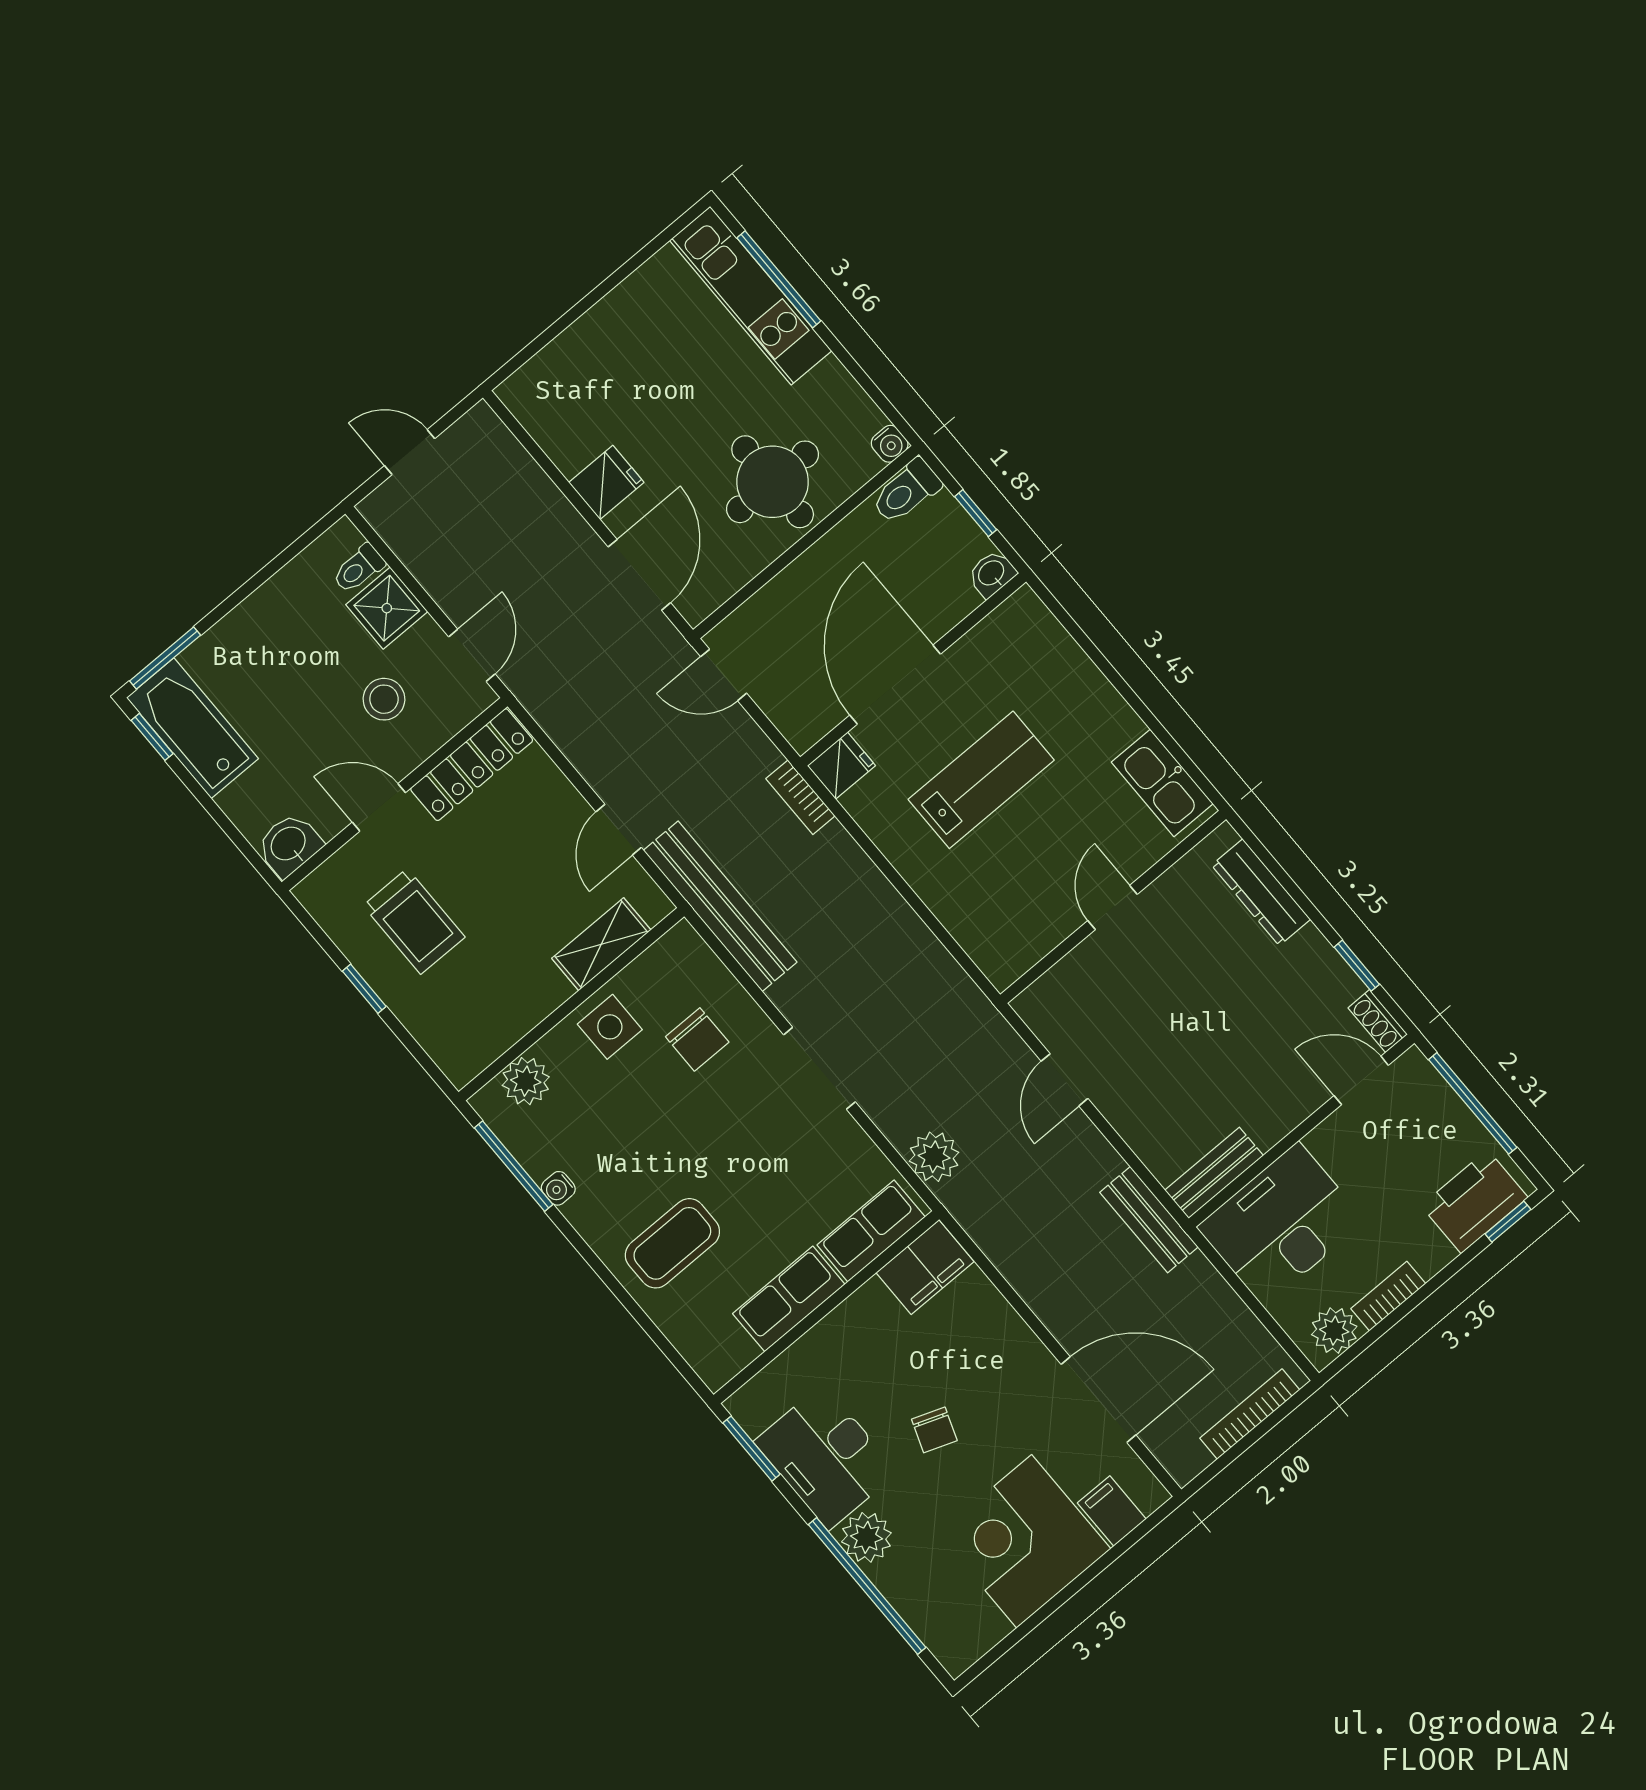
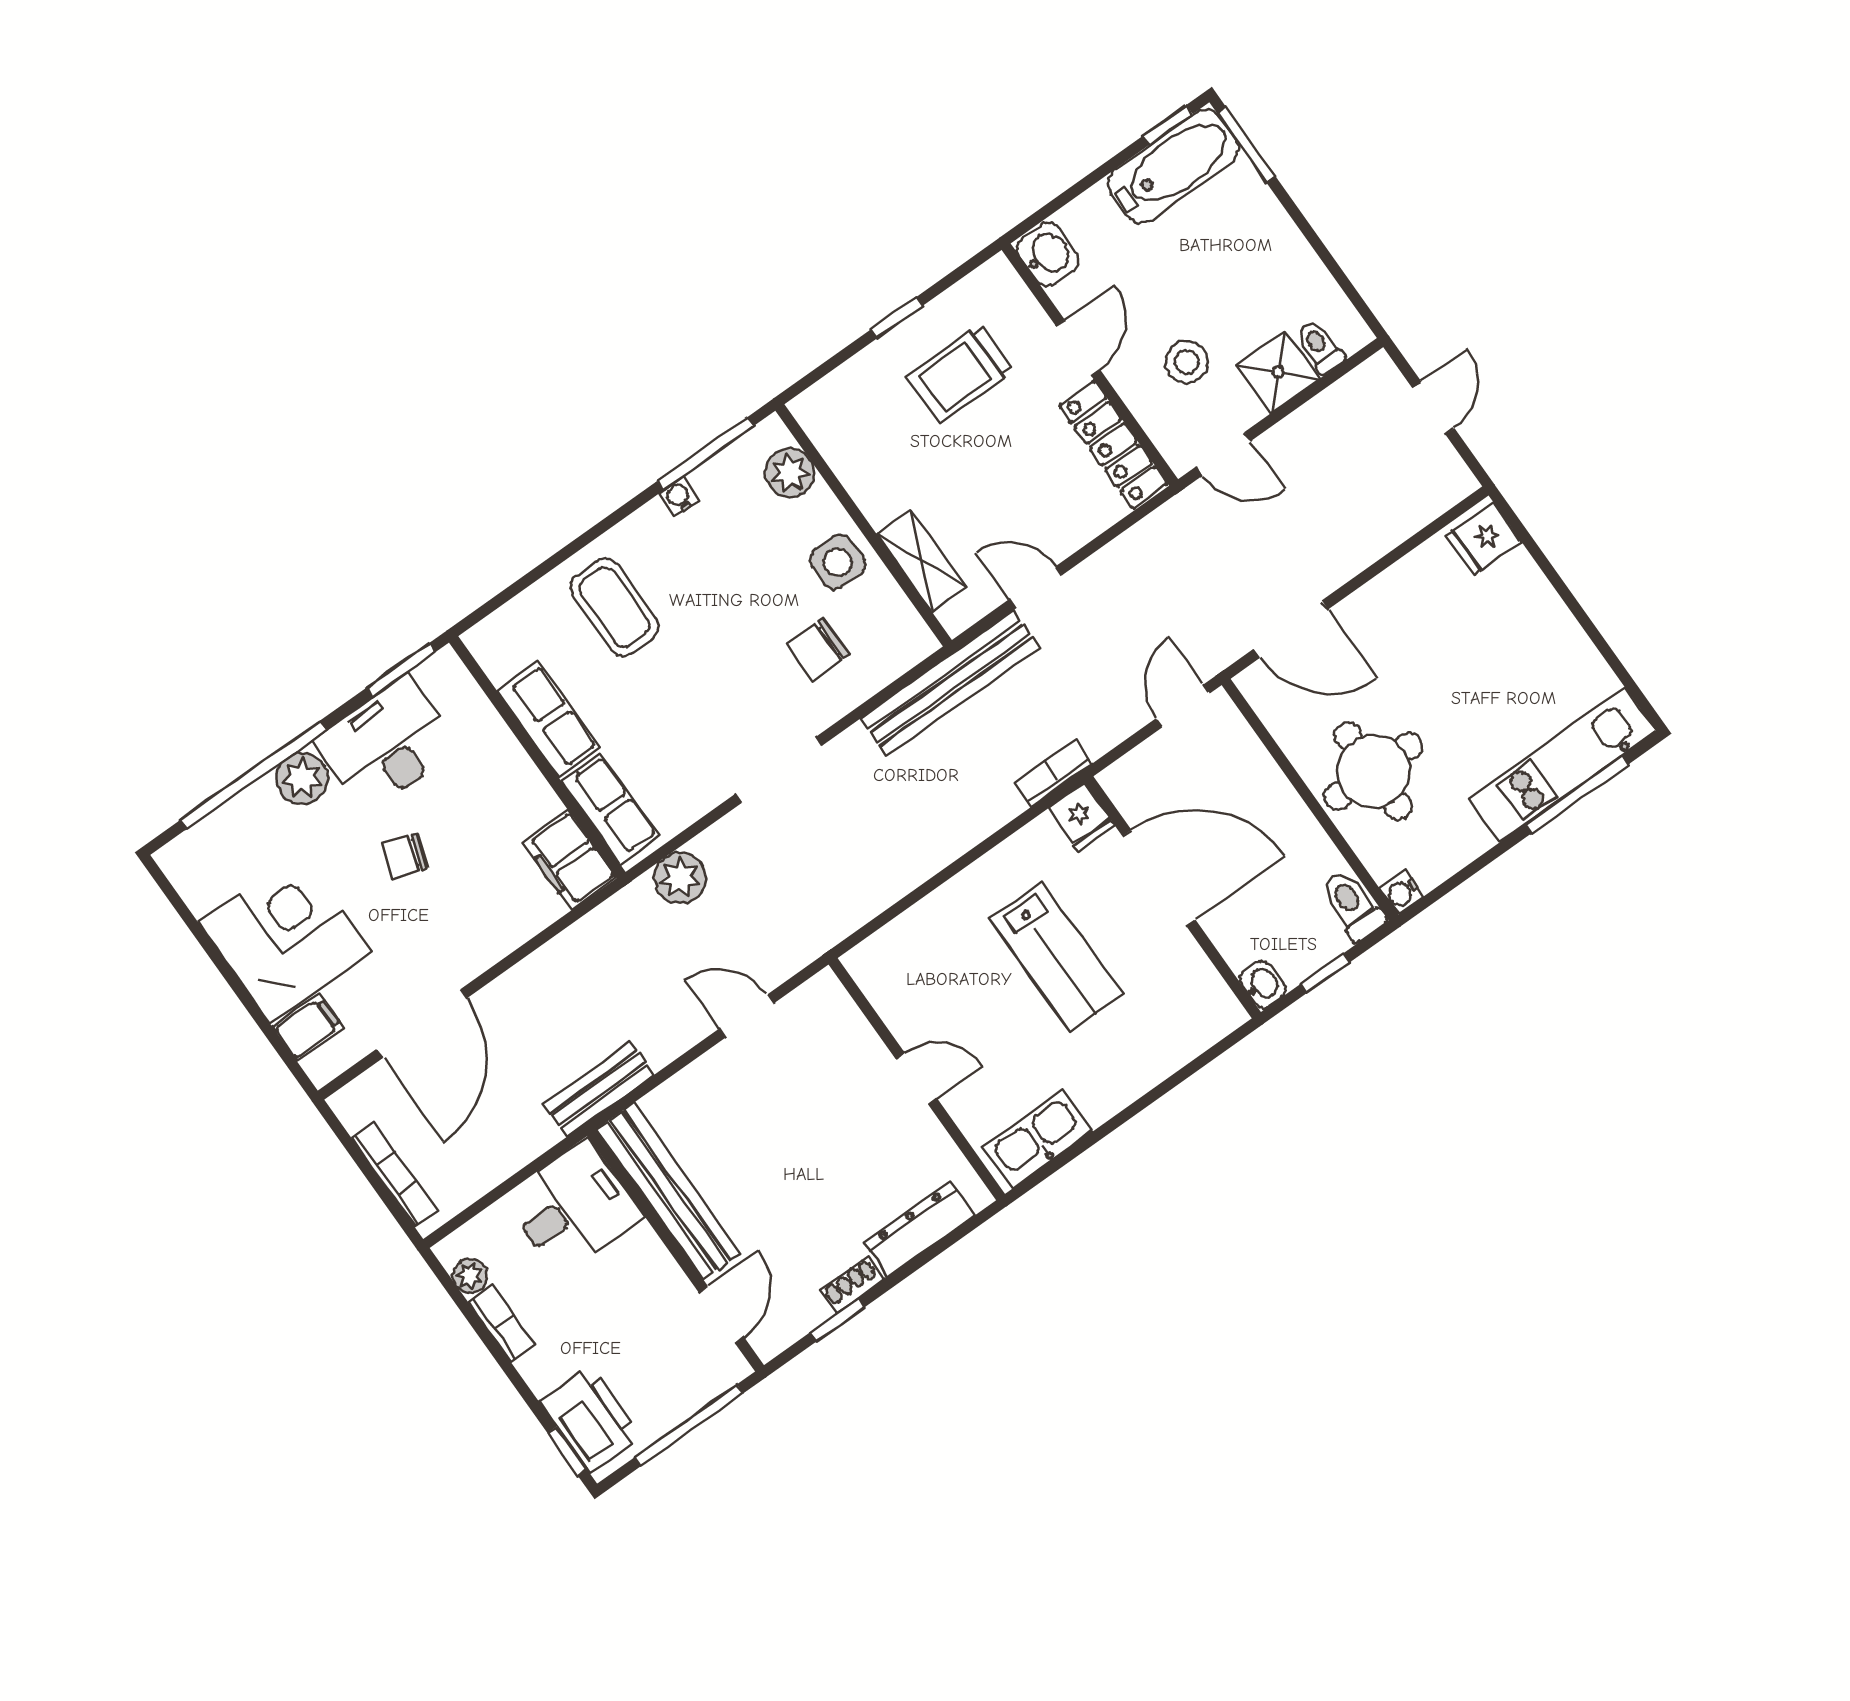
fridge: (606, 482) -> (1484, 539), moved, turned 90
shoe rack: (1378, 1021) -> (852, 1285), moved
bench: (1214, 1173) -> (669, 1191), width x1.86, depth x1.21
desk: (1281, 1224) -> (573, 1207), width x0.73
plant: (1334, 1331) -> (470, 1276), width x0.73, depth x0.73

